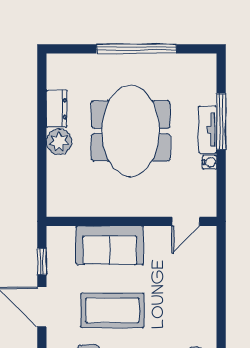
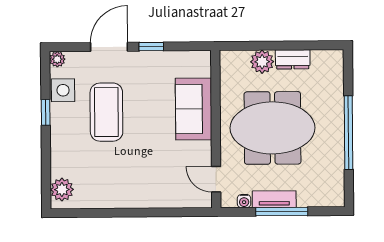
wall: (131, 221) -> (216, 129), moved
door: (186, 221) -> (216, 179), moved
sofa: (110, 245) -> (194, 109), moved

